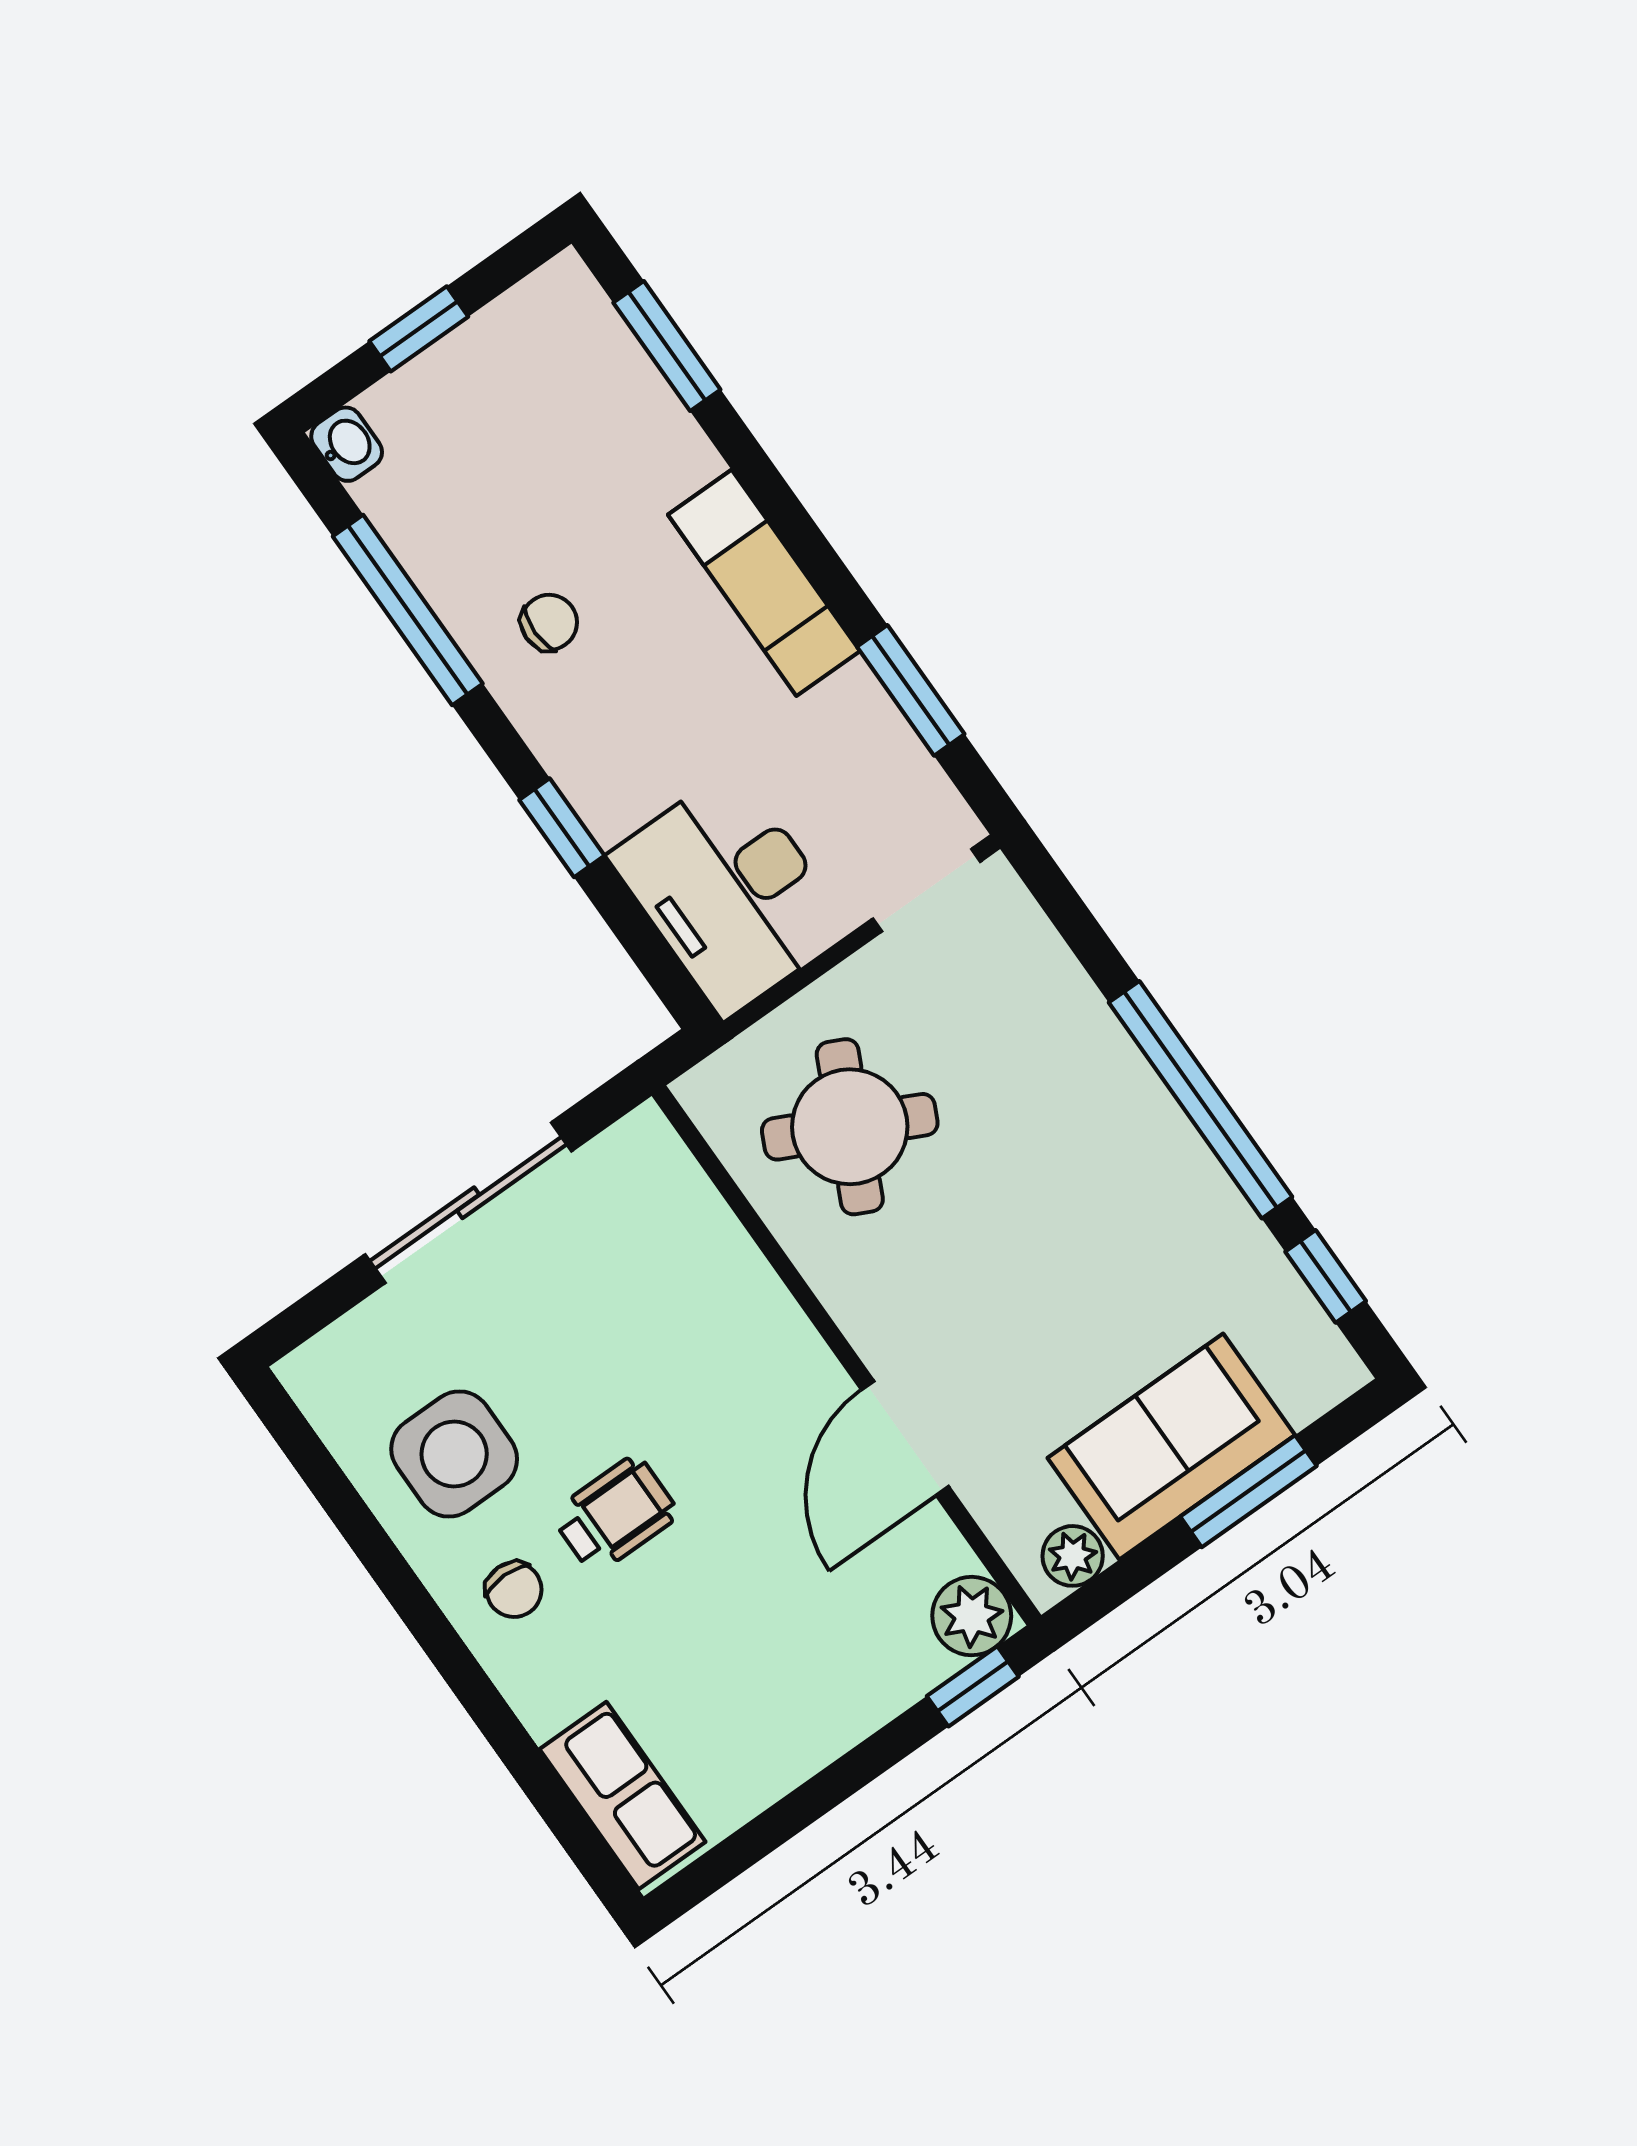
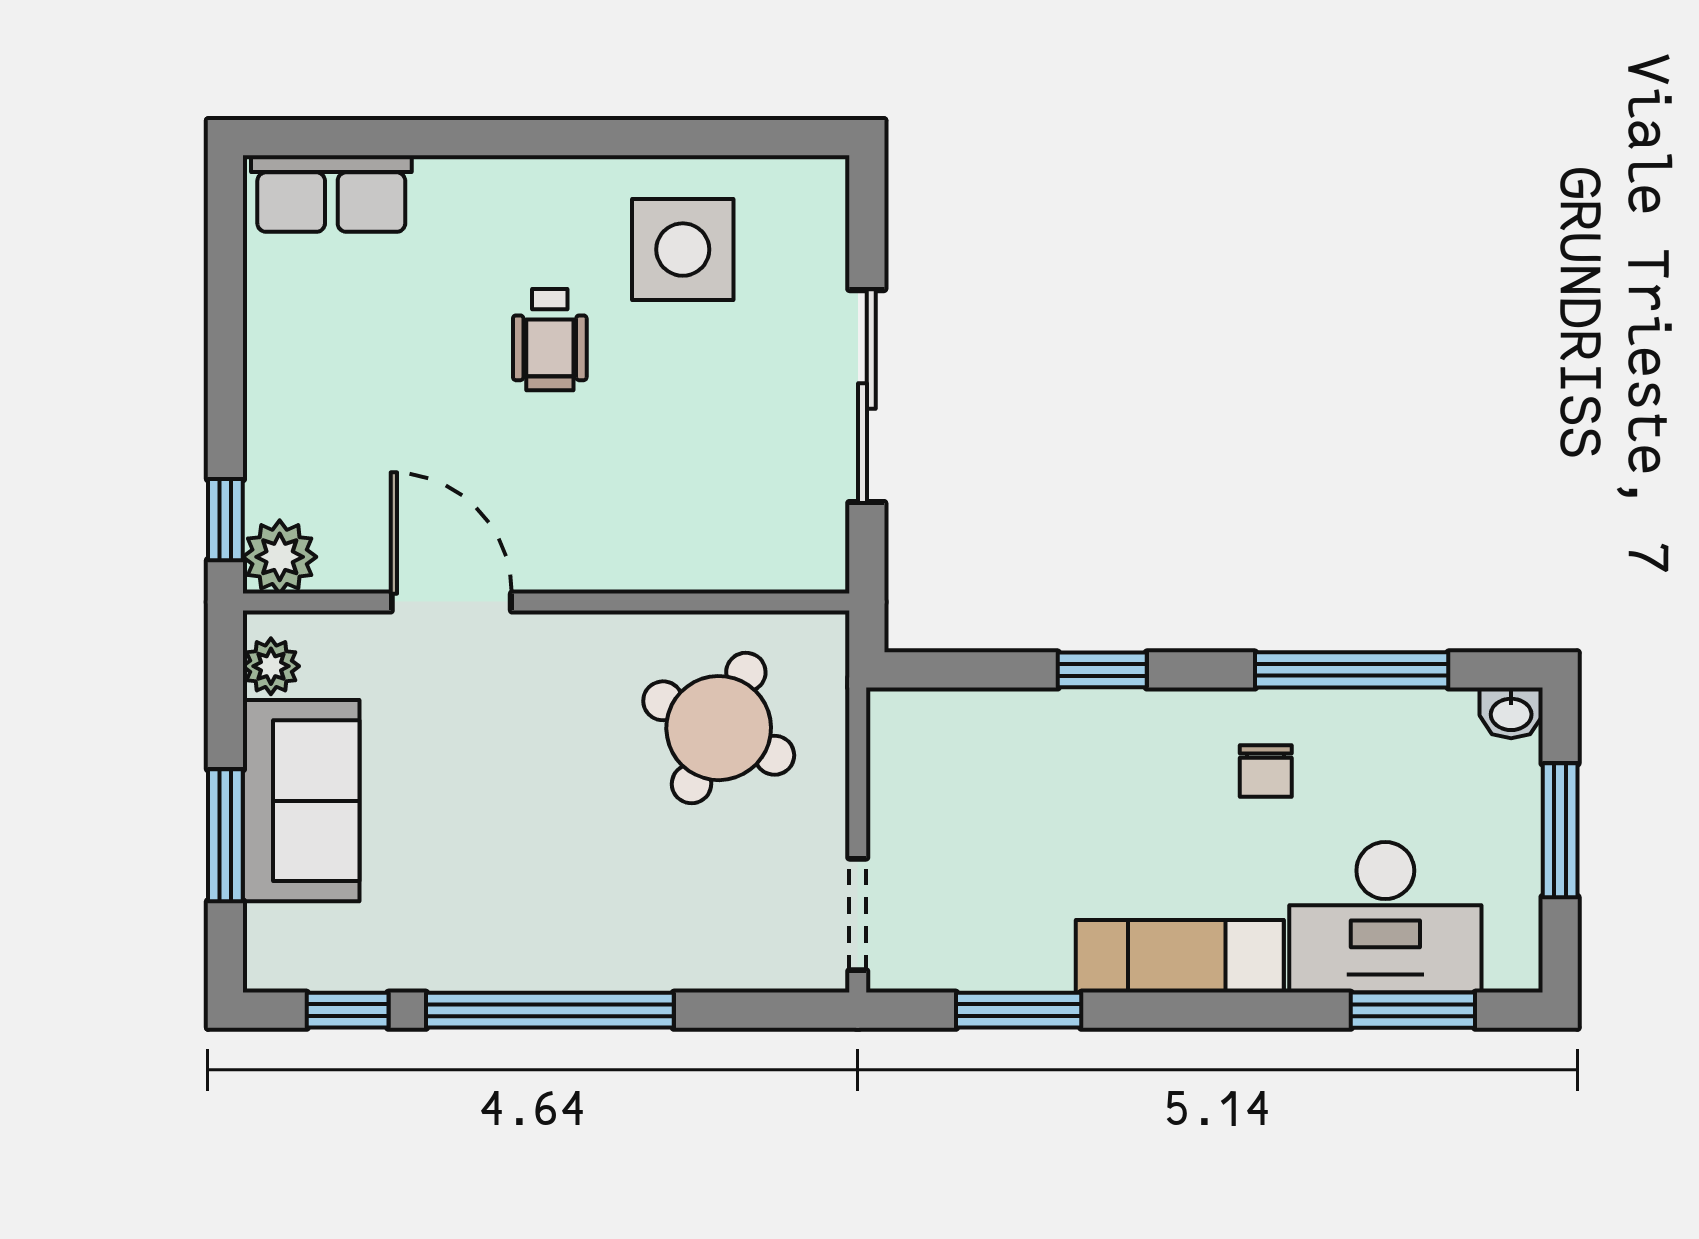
window: (419, 329) -> (1560, 830), width x1.50
desk: (730, 893) -> (1385, 917), moved, turned 180
chair: (514, 1590) -> (547, 222), removed

